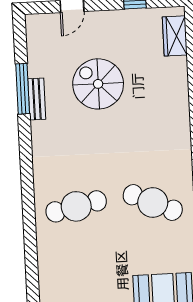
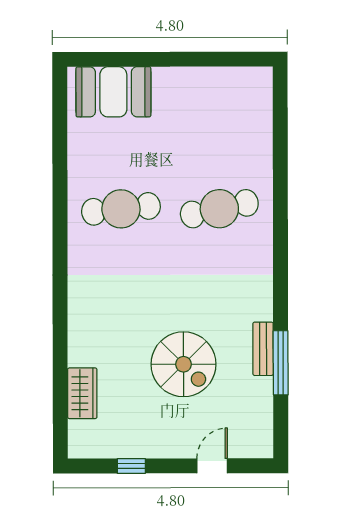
wardrobe: (175, 36) -> (82, 393), moved
cafe table: (153, 203) -> (121, 209), turned -30

